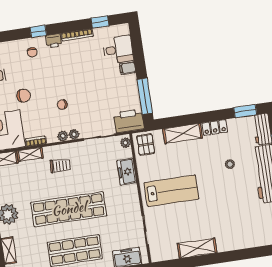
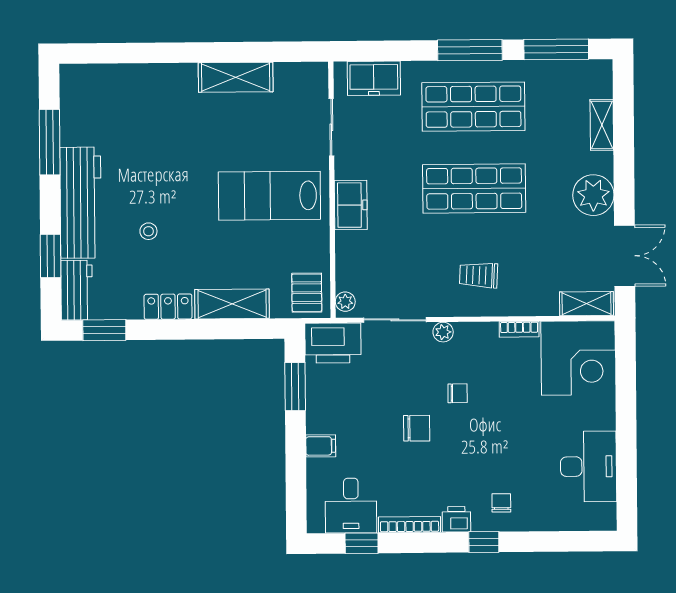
desk: (118, 50) -> (351, 506), moved, turned -90
chair: (24, 96) -> (417, 428), moved, turned 180
window: (145, 96) -> (295, 387), width x0.69
plant: (63, 136) -> (465, 332), removed
shelving: (30, 154) -> (534, 305), removed
freezer: (127, 172) -> (351, 205), moved
shop shelf: (69, 209) -> (474, 188), width x0.71

